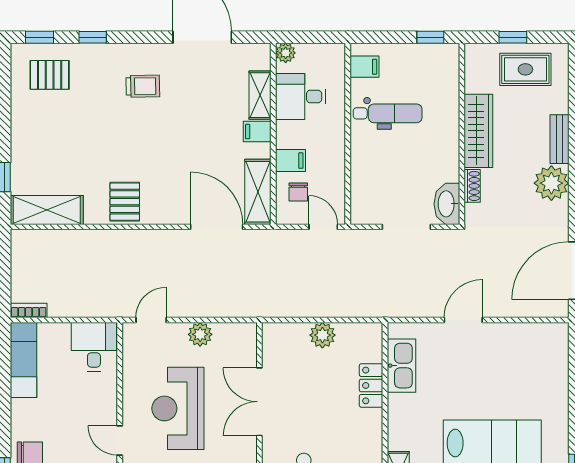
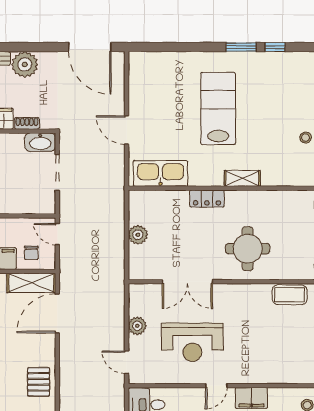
chair: (298, 192) -> (31, 253), turned 90
pallet: (125, 202) -> (39, 382), turned 90
door: (323, 227) -> (57, 234), hinge flipped
kitchen sink: (401, 366) -> (161, 173), width x1.36, depth x1.24
locker: (371, 385) -> (207, 199), moved

